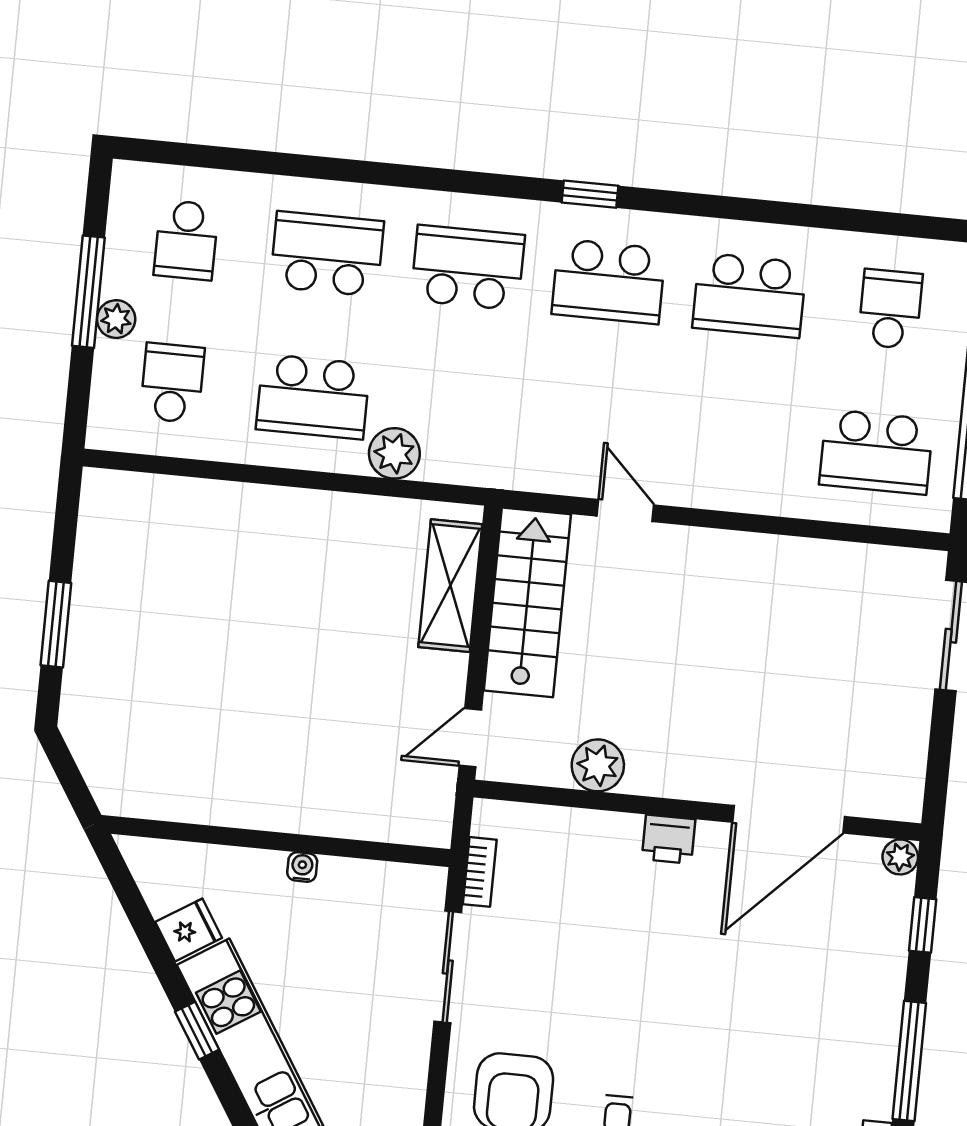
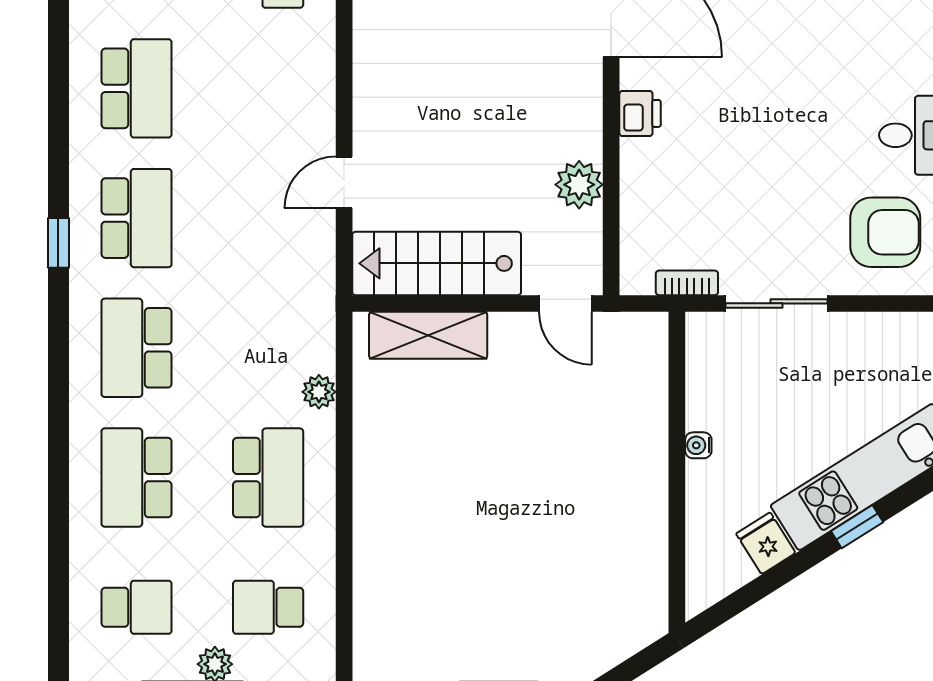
plant: (394, 453) -> (319, 392), width x0.73, depth x0.73

